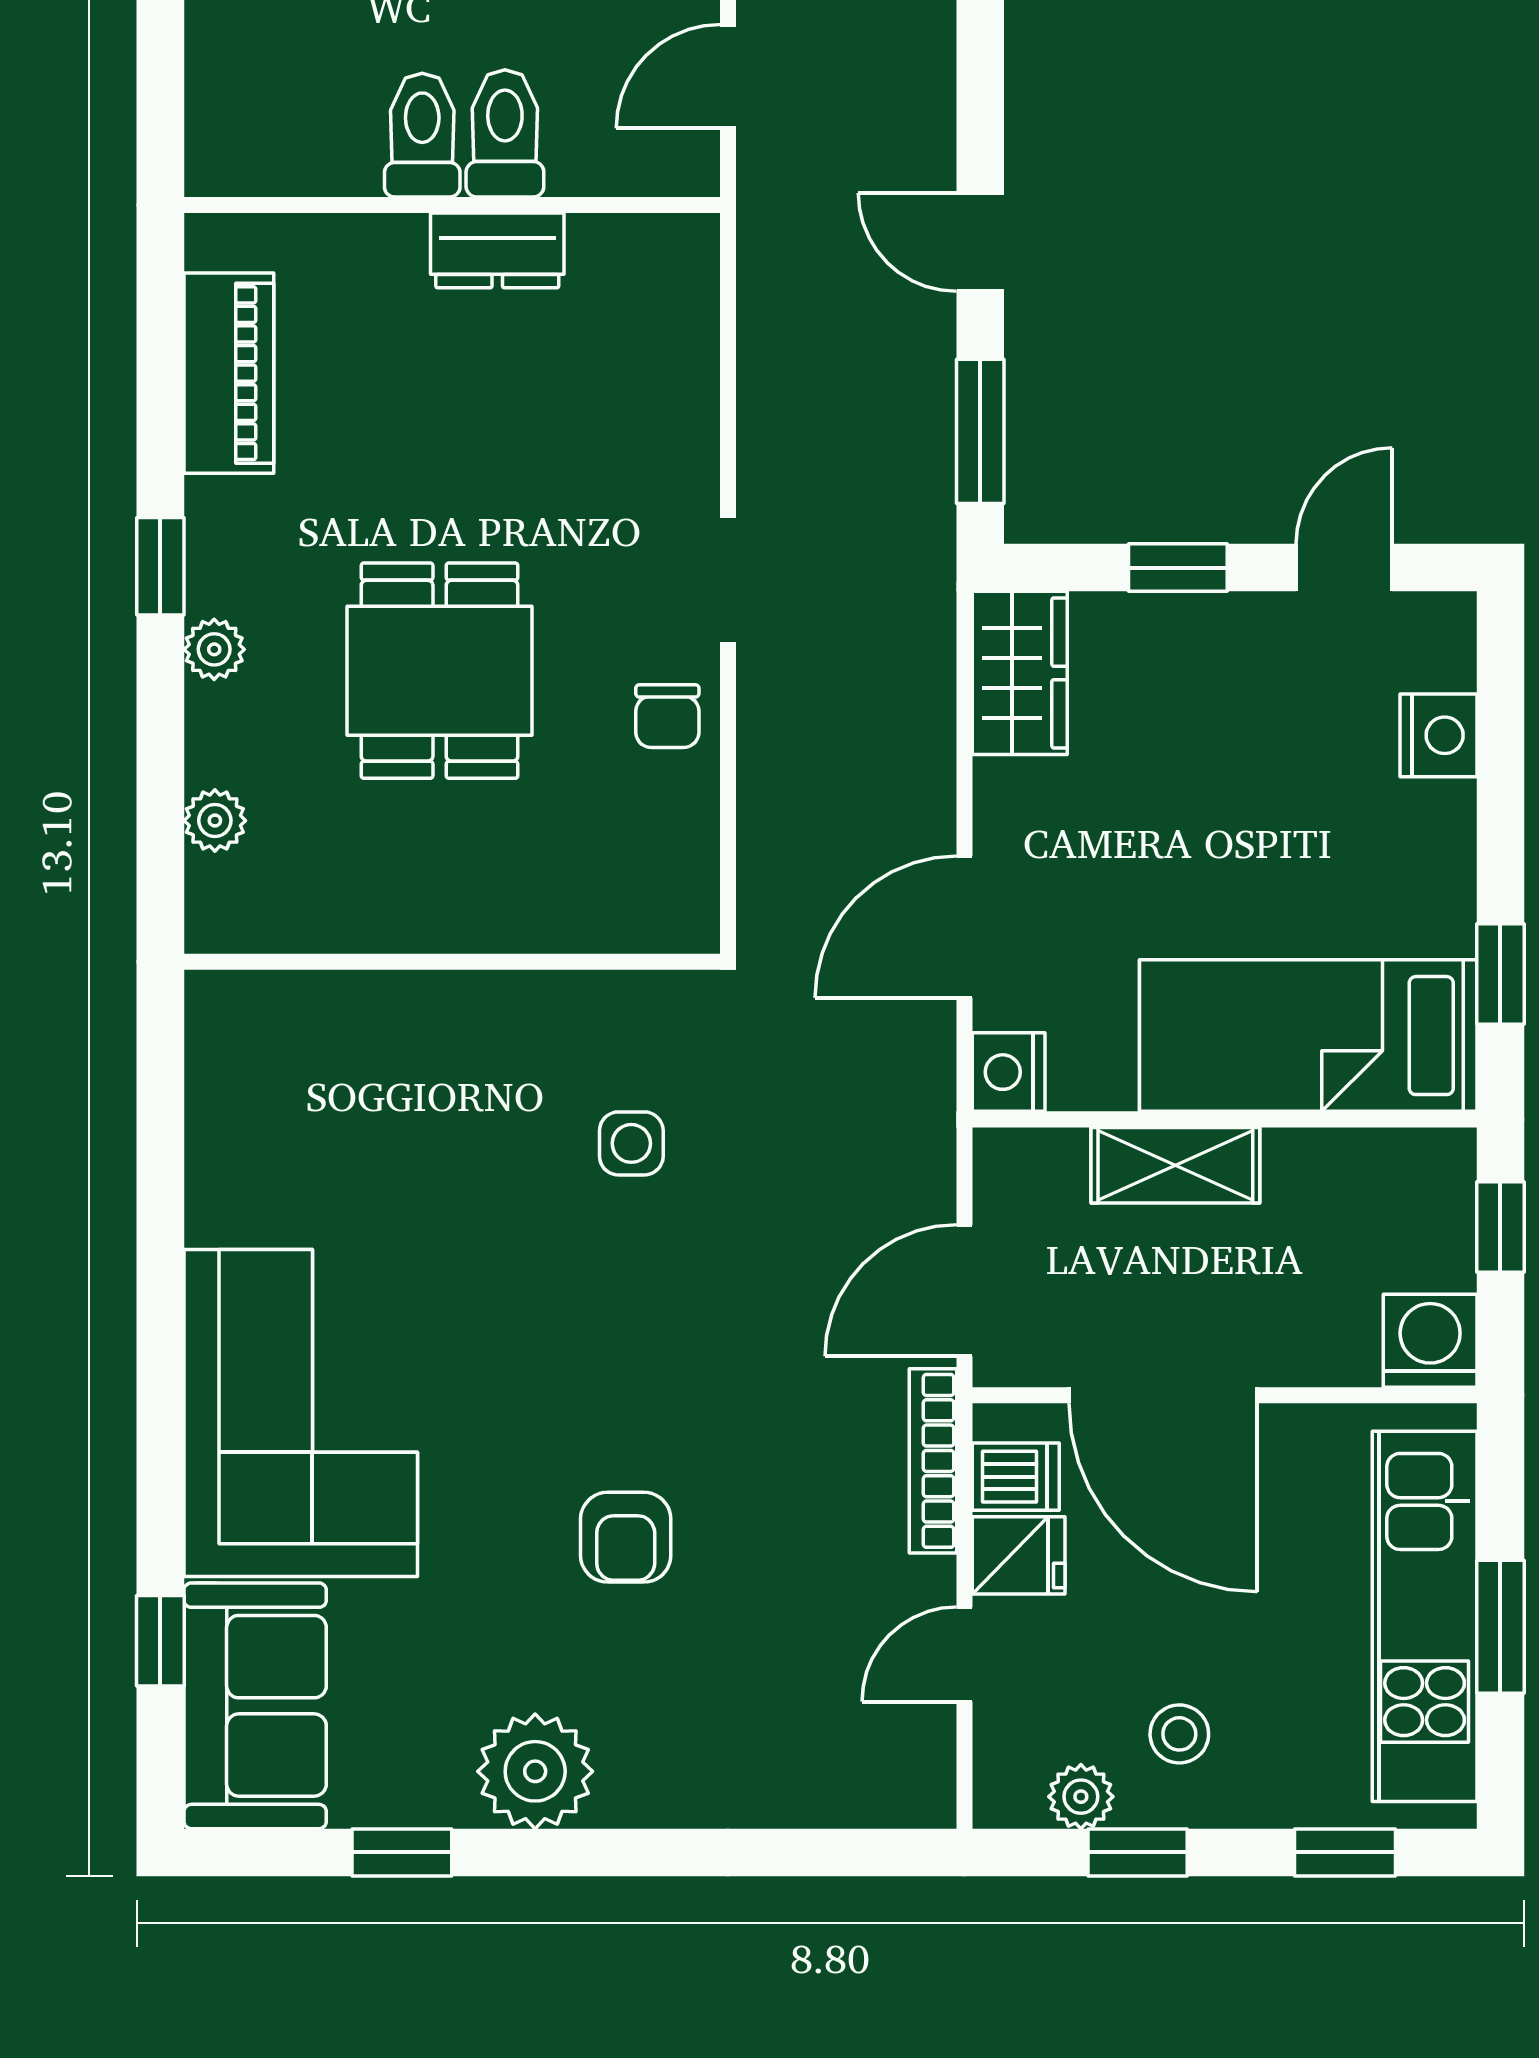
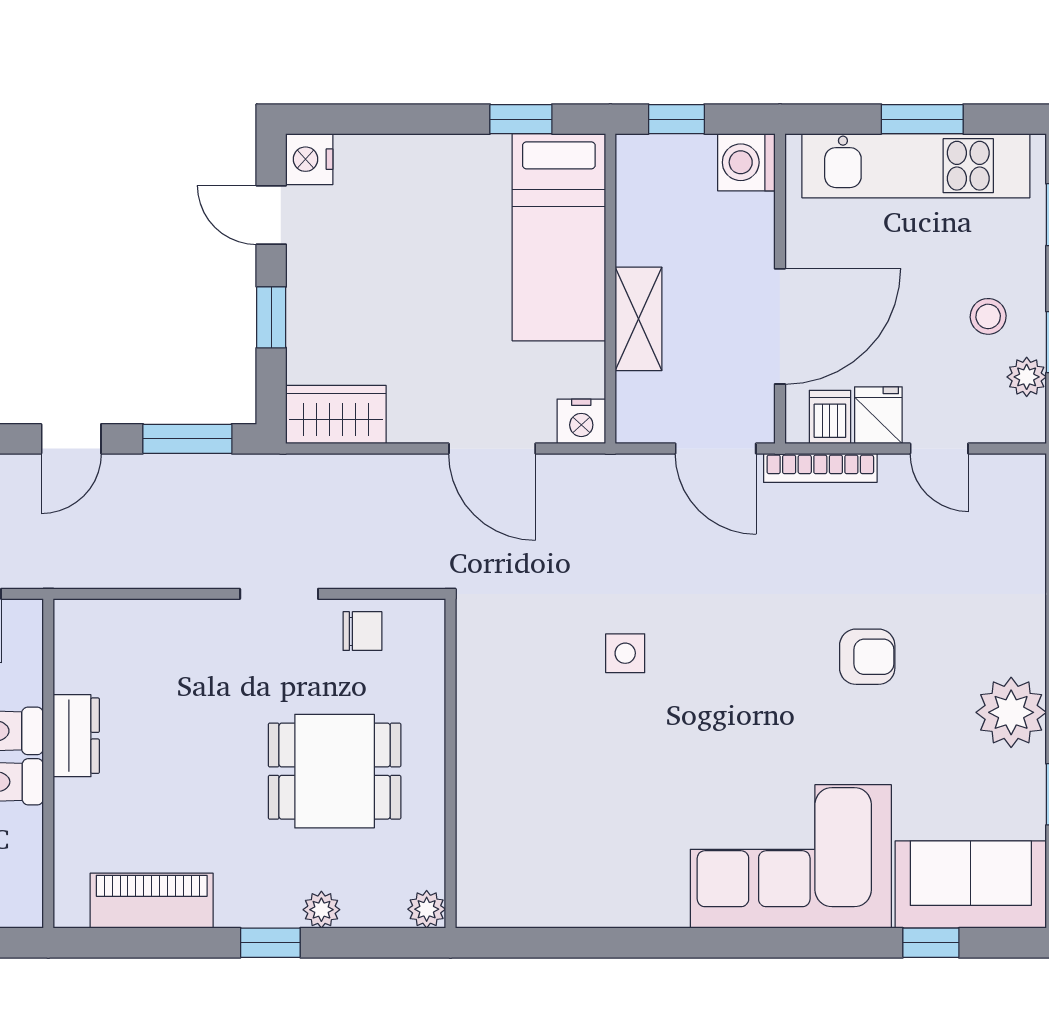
nightstand: (1439, 735) -> (309, 159), moved, turned -90
wall: (452, 962) -> (450, 763), moved

